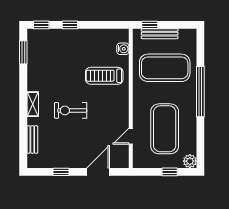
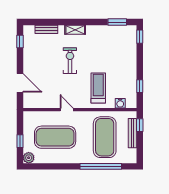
window: (70, 25) -> (140, 86), moved
window: (200, 92) -> (101, 166), moved
door: (131, 136) -> (67, 110), moved
window: (61, 172) -> (20, 41), moved

